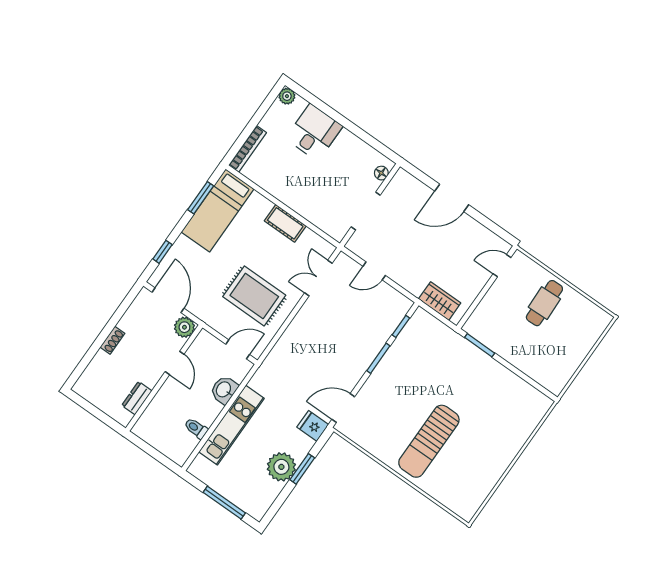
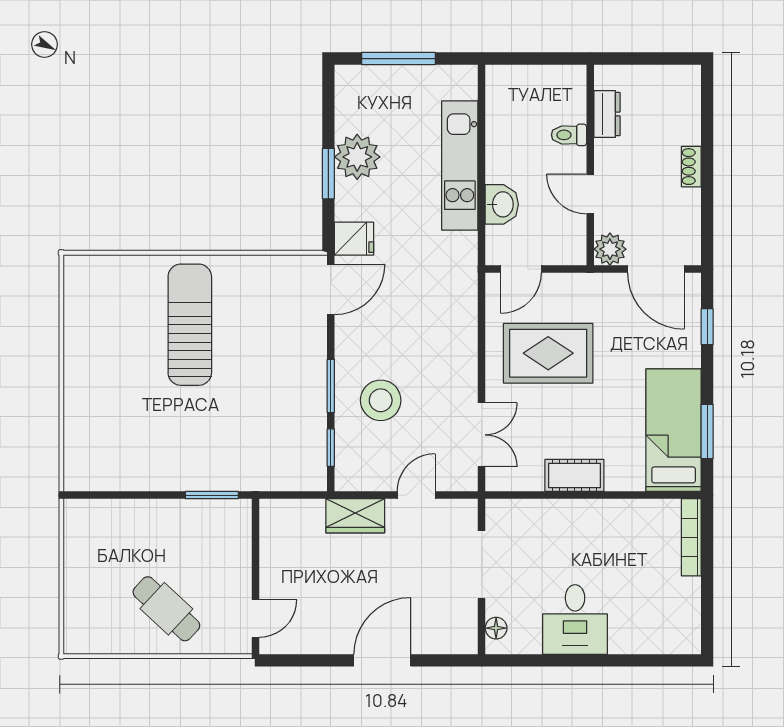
plant: (287, 96) -> (688, 641), removed
desk: (314, 132) -> (575, 619), moved
wardrobe: (440, 301) -> (355, 516), moved
cafe table: (544, 303) -> (166, 609), turned -45
stool: (358, 333) -> (381, 400), added
toilet: (196, 428) -> (569, 135), moved, turned 180

